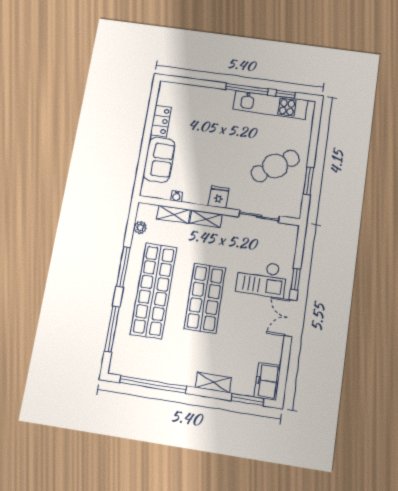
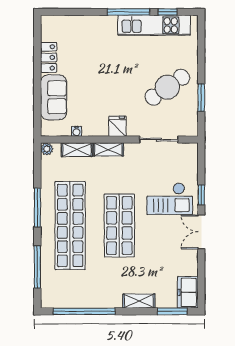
plant: (140, 228) -> (47, 149), moved

